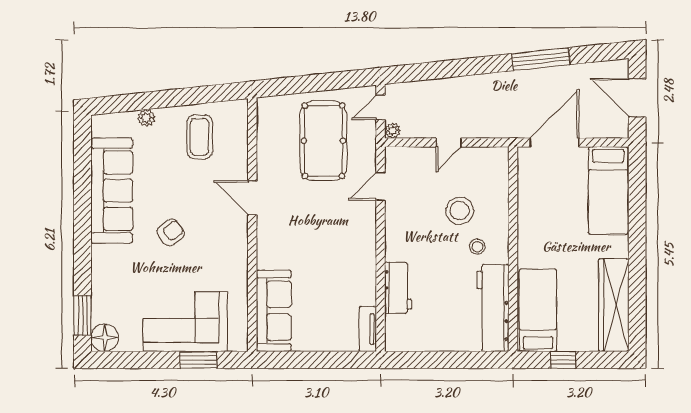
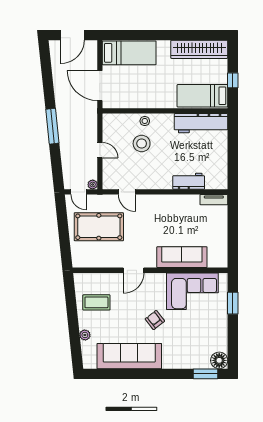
window: (541, 59) -> (52, 126), moved
stool: (477, 247) -> (145, 121), moved
sofa: (274, 311) -> (182, 257), moved
corner sofa: (185, 322) -> (192, 291), moved, turned -90

